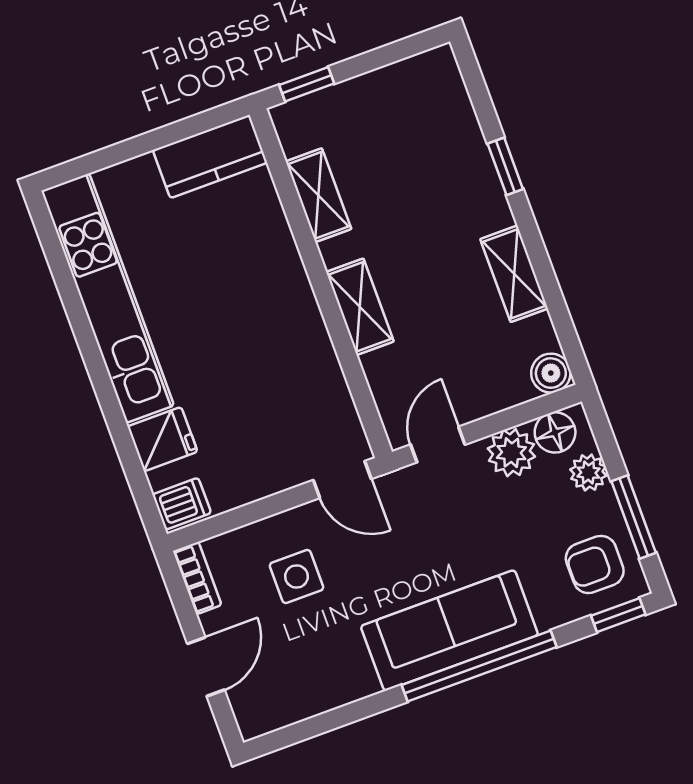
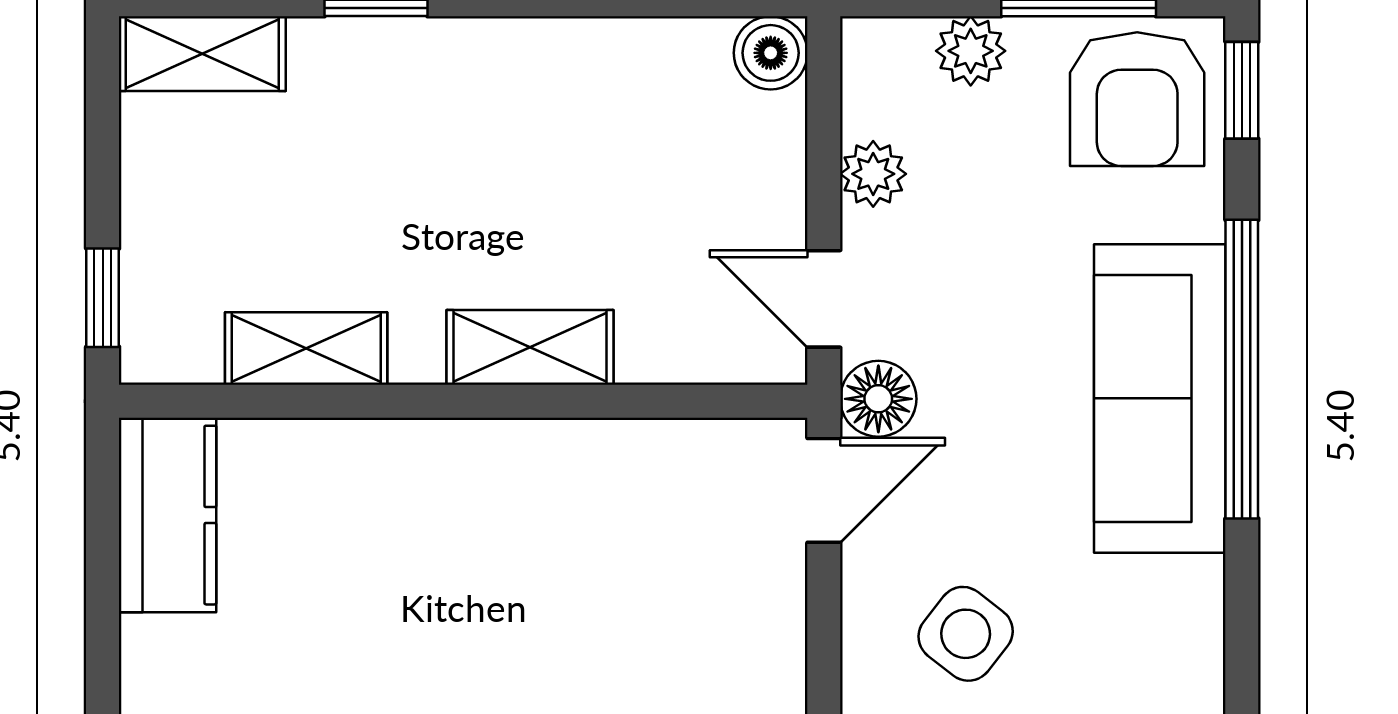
shelving: (514, 274) -> (202, 54), moved
floor lamp: (555, 432) -> (878, 399), moved
plant: (511, 453) -> (873, 174), width x0.73, depth x0.73
armchair: (595, 564) -> (1137, 99), width x1.38, depth x1.38
side table: (296, 577) -> (966, 634), turned 38

